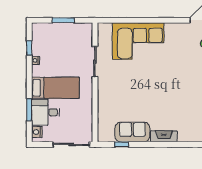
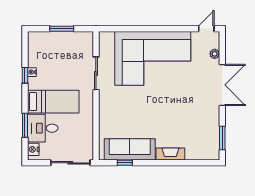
corner sofa: (138, 41) -> (153, 58), width x1.36, depth x1.36
window: (29, 48) -> (25, 75), moved
sofa: (132, 132) -> (130, 149), width x1.36

